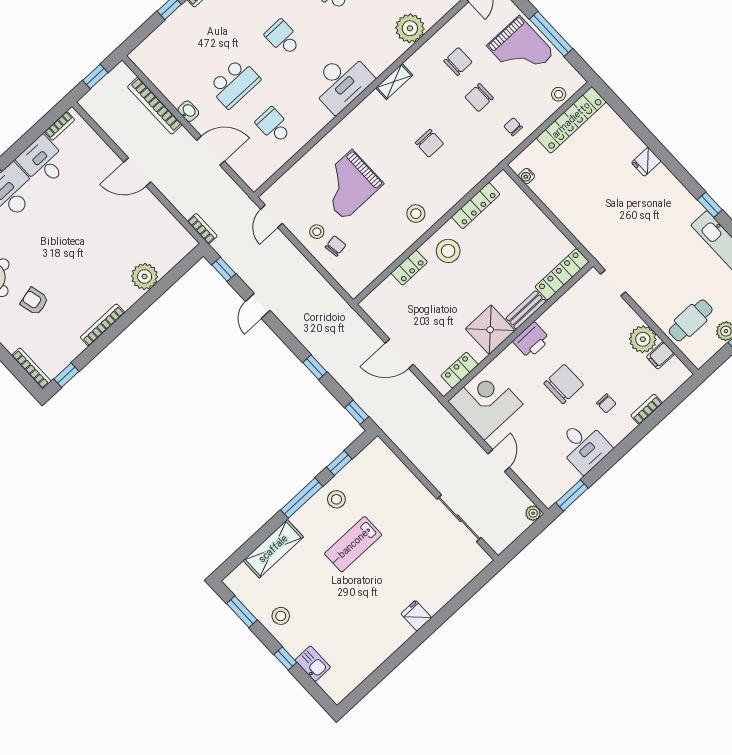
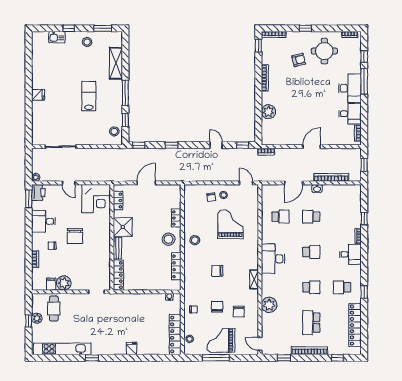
school desk: (234, 83) -> (311, 217), width x0.54
printer: (531, 340) -> (38, 192), moved, turned 180
stool: (336, 499) -> (114, 131), moved

